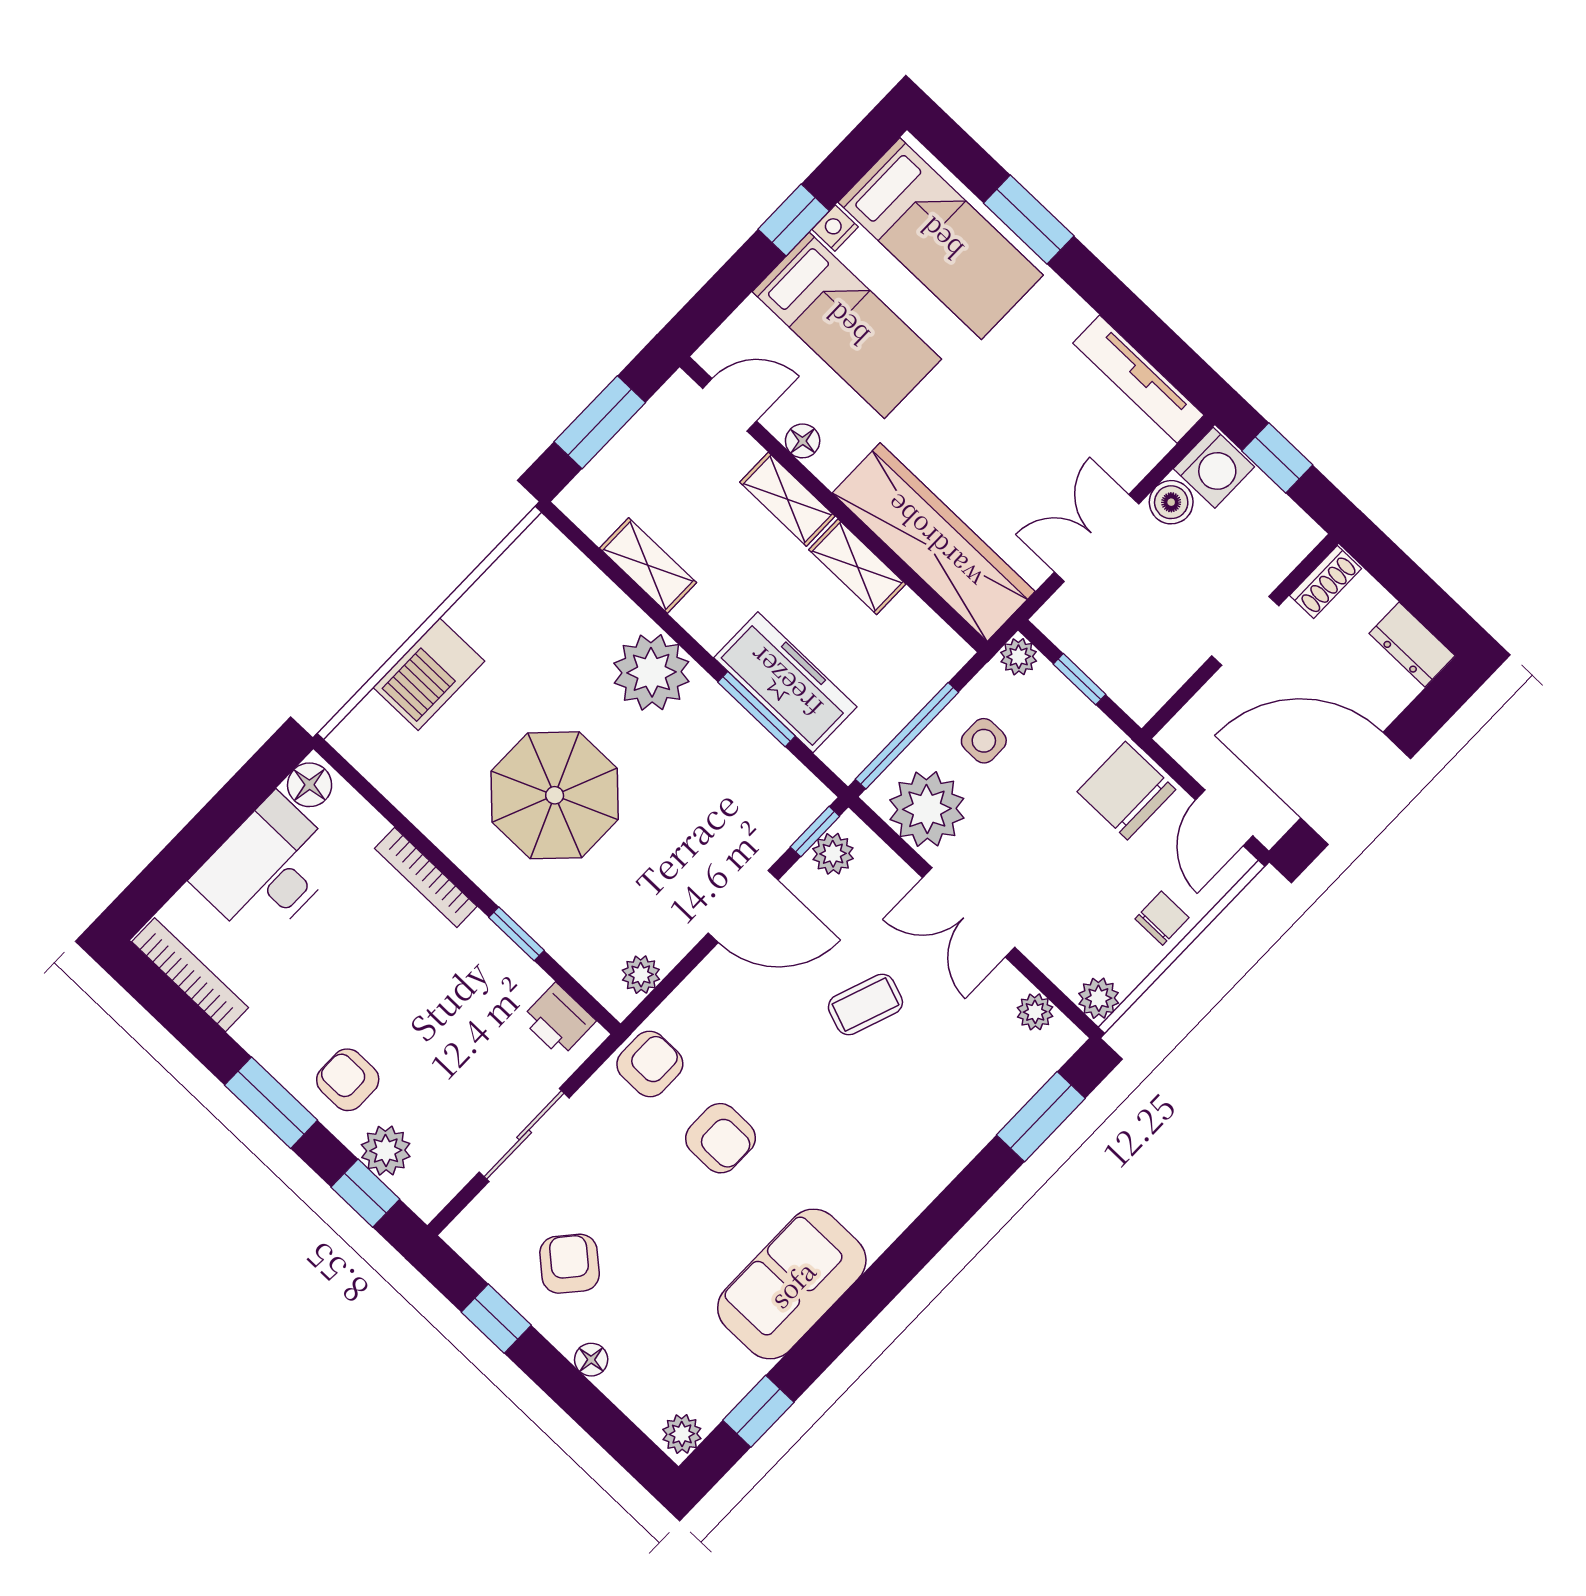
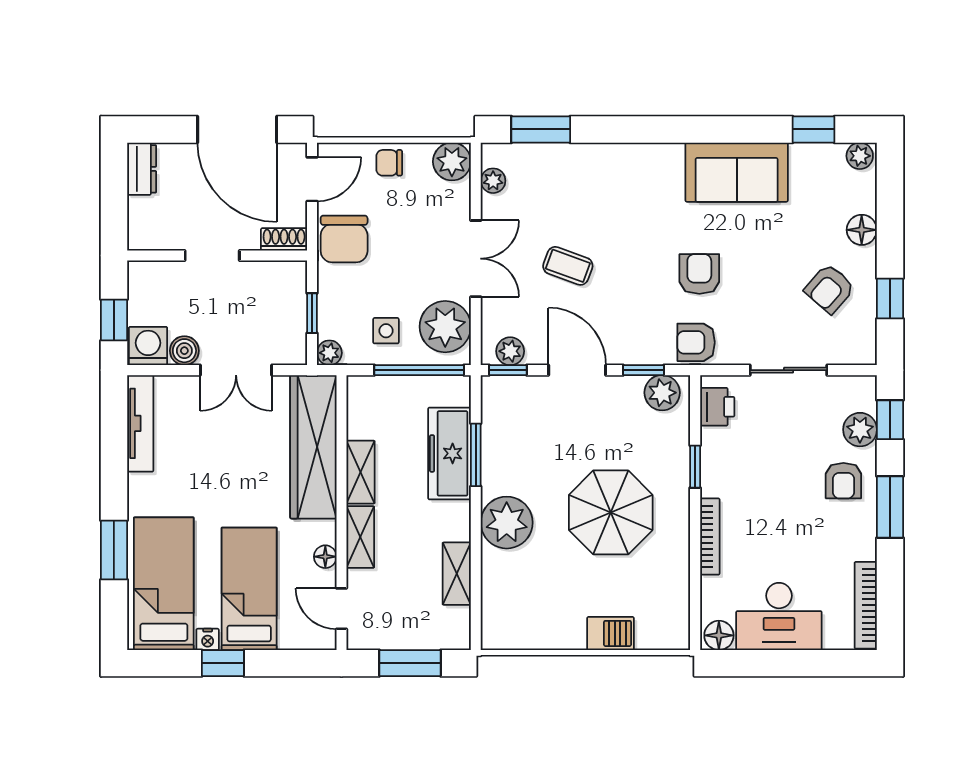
shoe rack: (1326, 582) -> (284, 239), moved
barbecue: (429, 674) -> (610, 633), width x0.73, depth x0.79
plant: (641, 975) -> (662, 393), width x1.38, depth x1.38
window: (674, 978) -> (643, 370), added
plant: (1099, 998) -> (452, 162), width x1.38, depth x1.38
floor lamp: (591, 1360) -> (862, 230), width x1.37, depth x1.37

